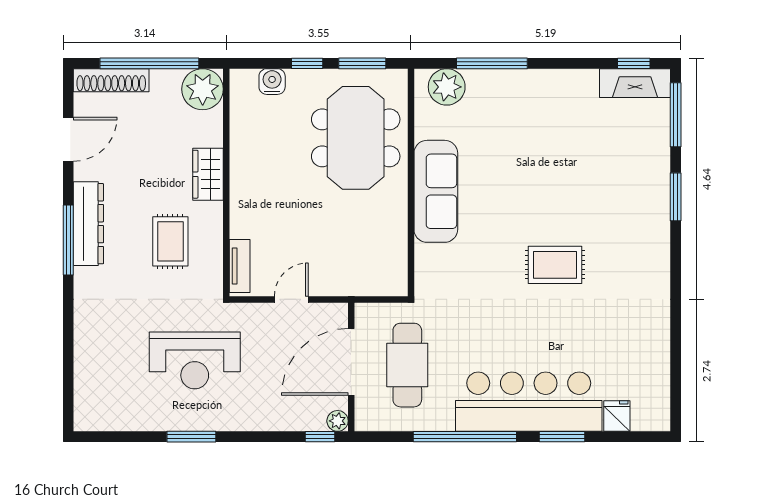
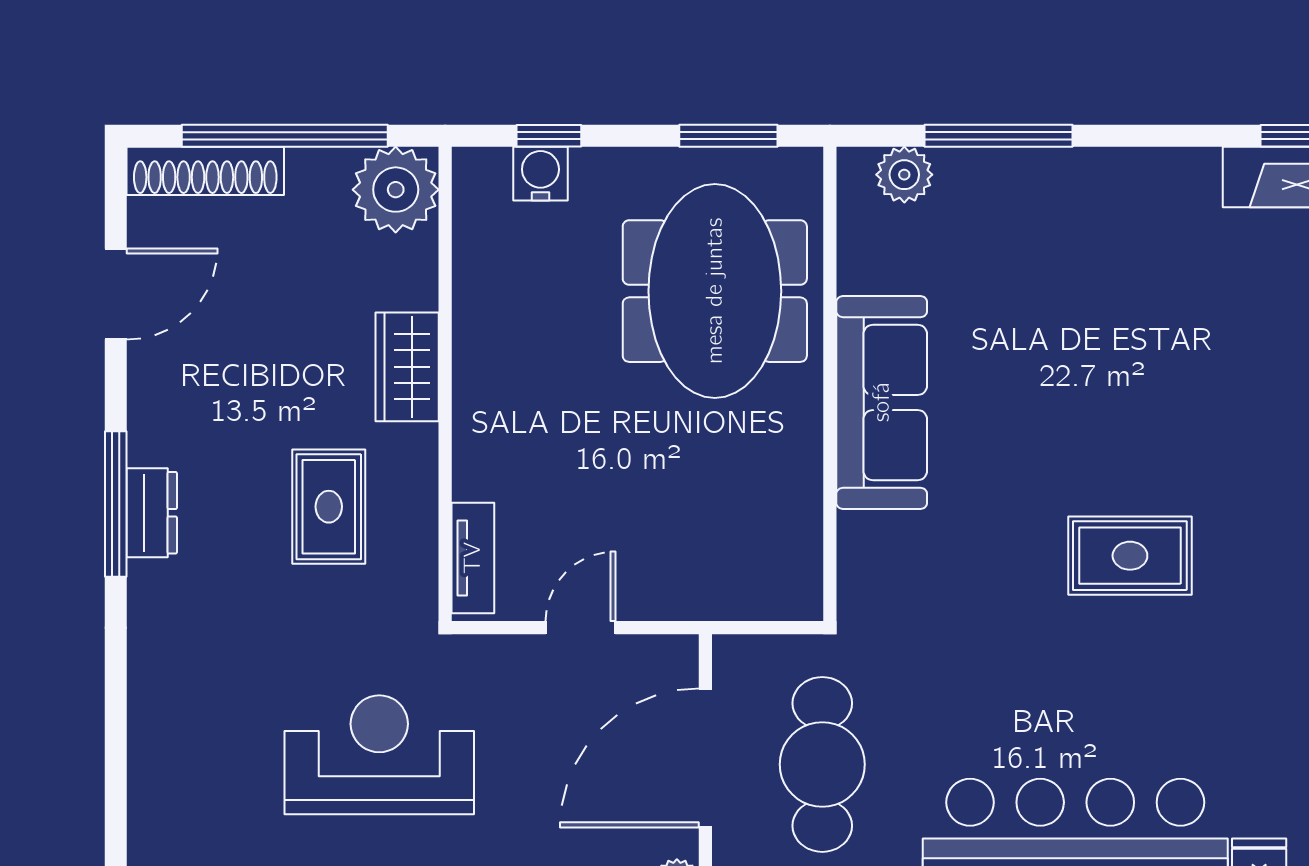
window: (307, 63) -> (549, 136), moved
plant: (447, 87) -> (904, 175), width x0.73, depth x0.73
dresser: (88, 224) -> (152, 513), width x0.51, depth x0.80
reception desk: (195, 360) -> (379, 755), turned 180

